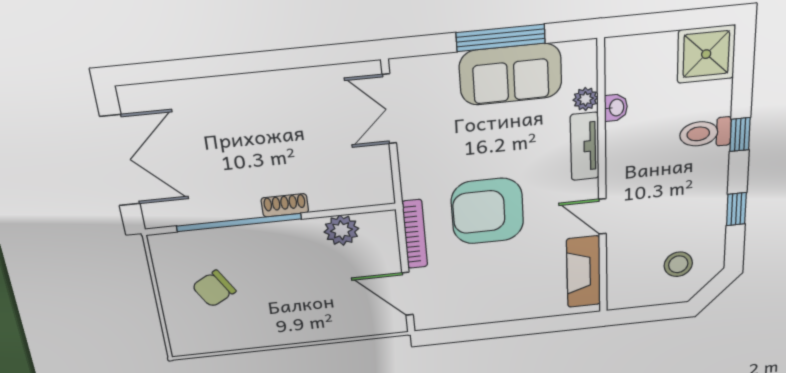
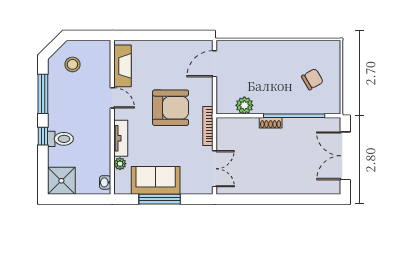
washbasin: (616, 108) -> (105, 182), moved
window: (736, 209) -> (43, 94), width x2.17
bookcase: (415, 234) -> (208, 126), moved
door: (408, 294) -> (215, 64), swing flipped

